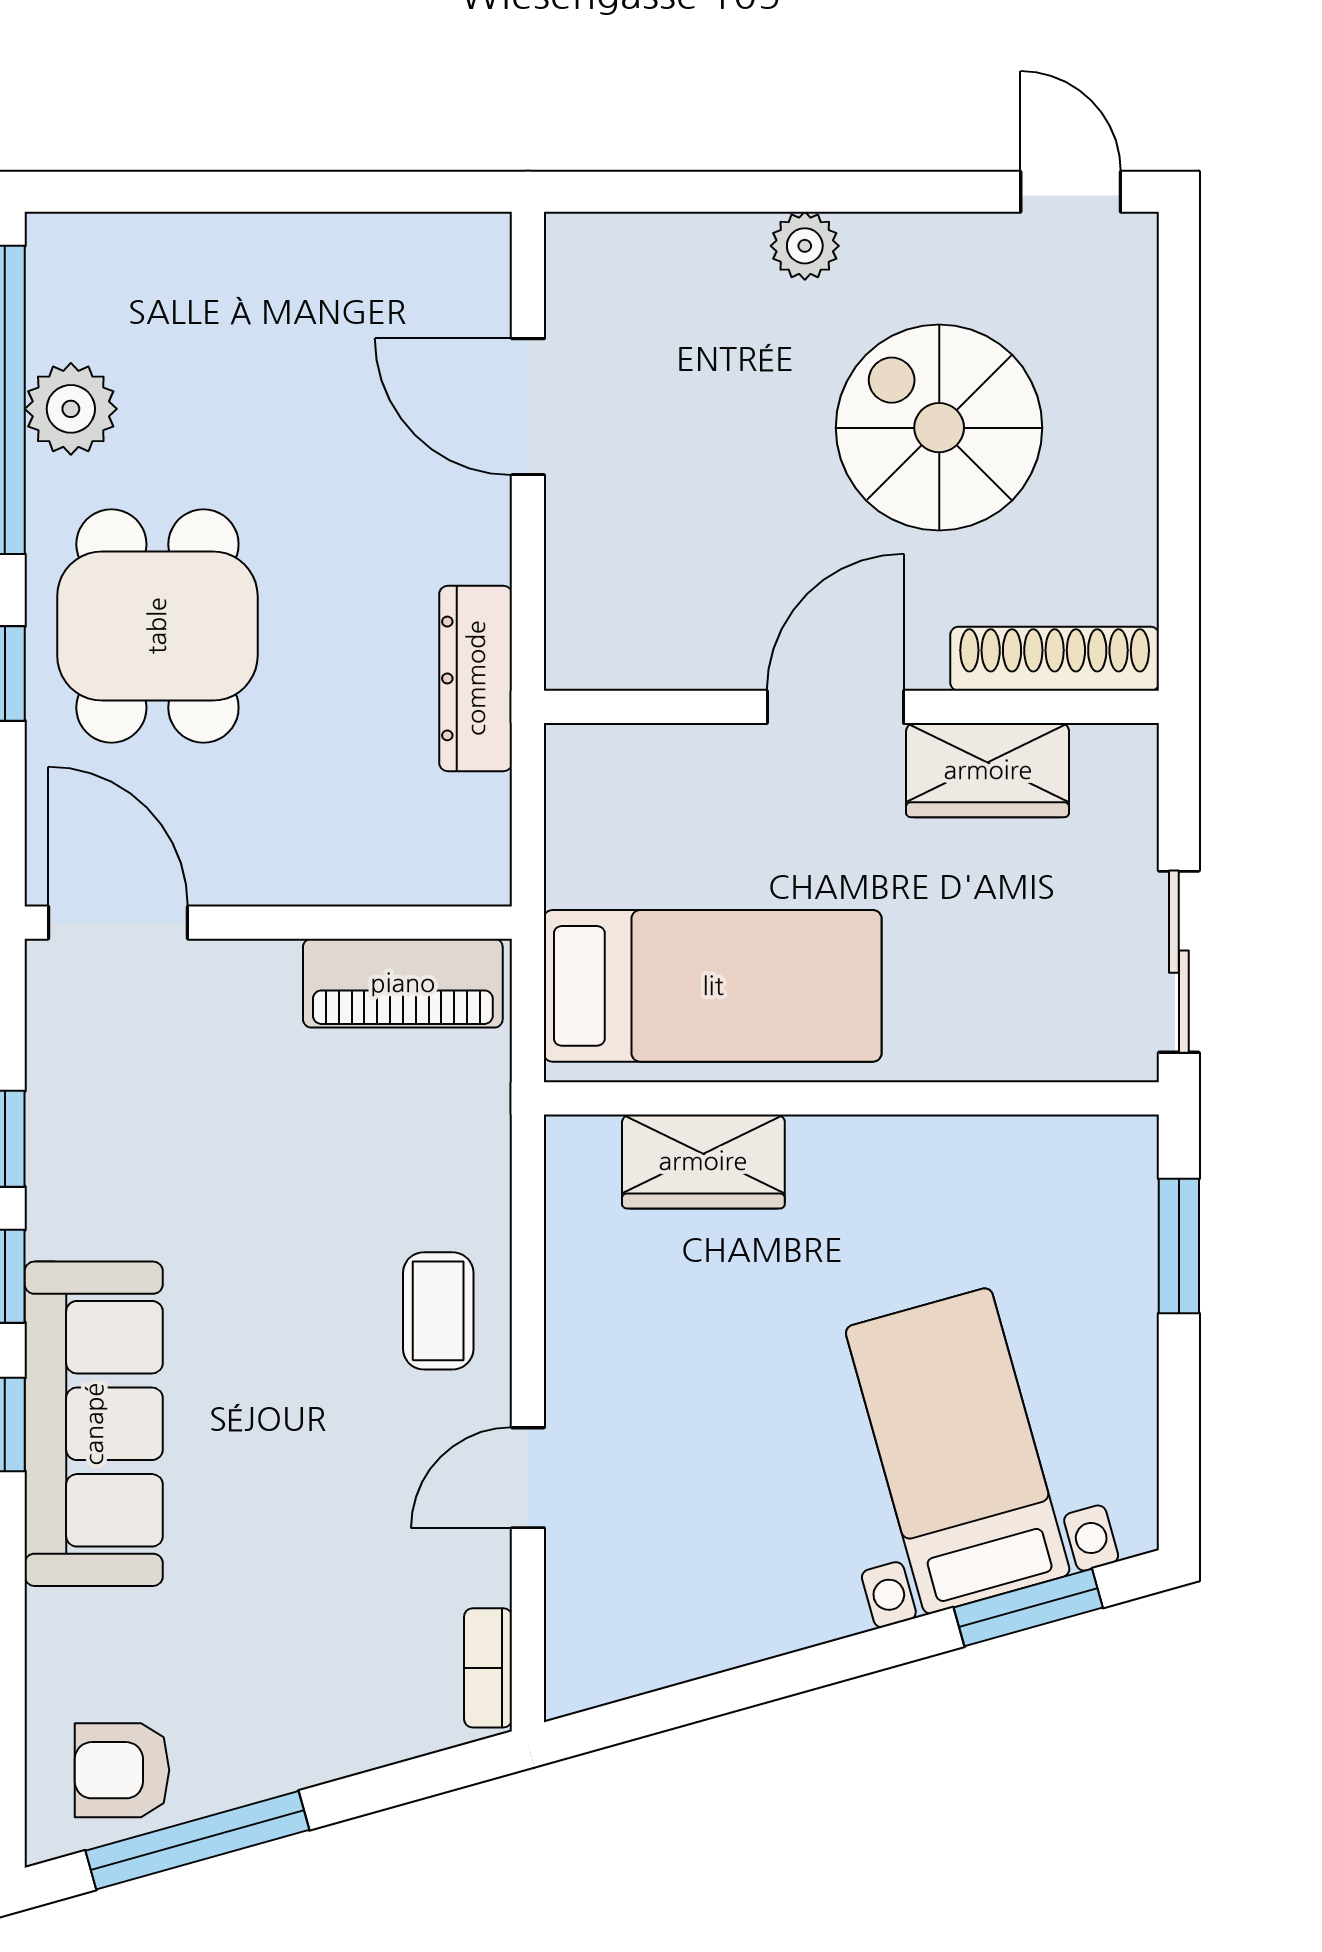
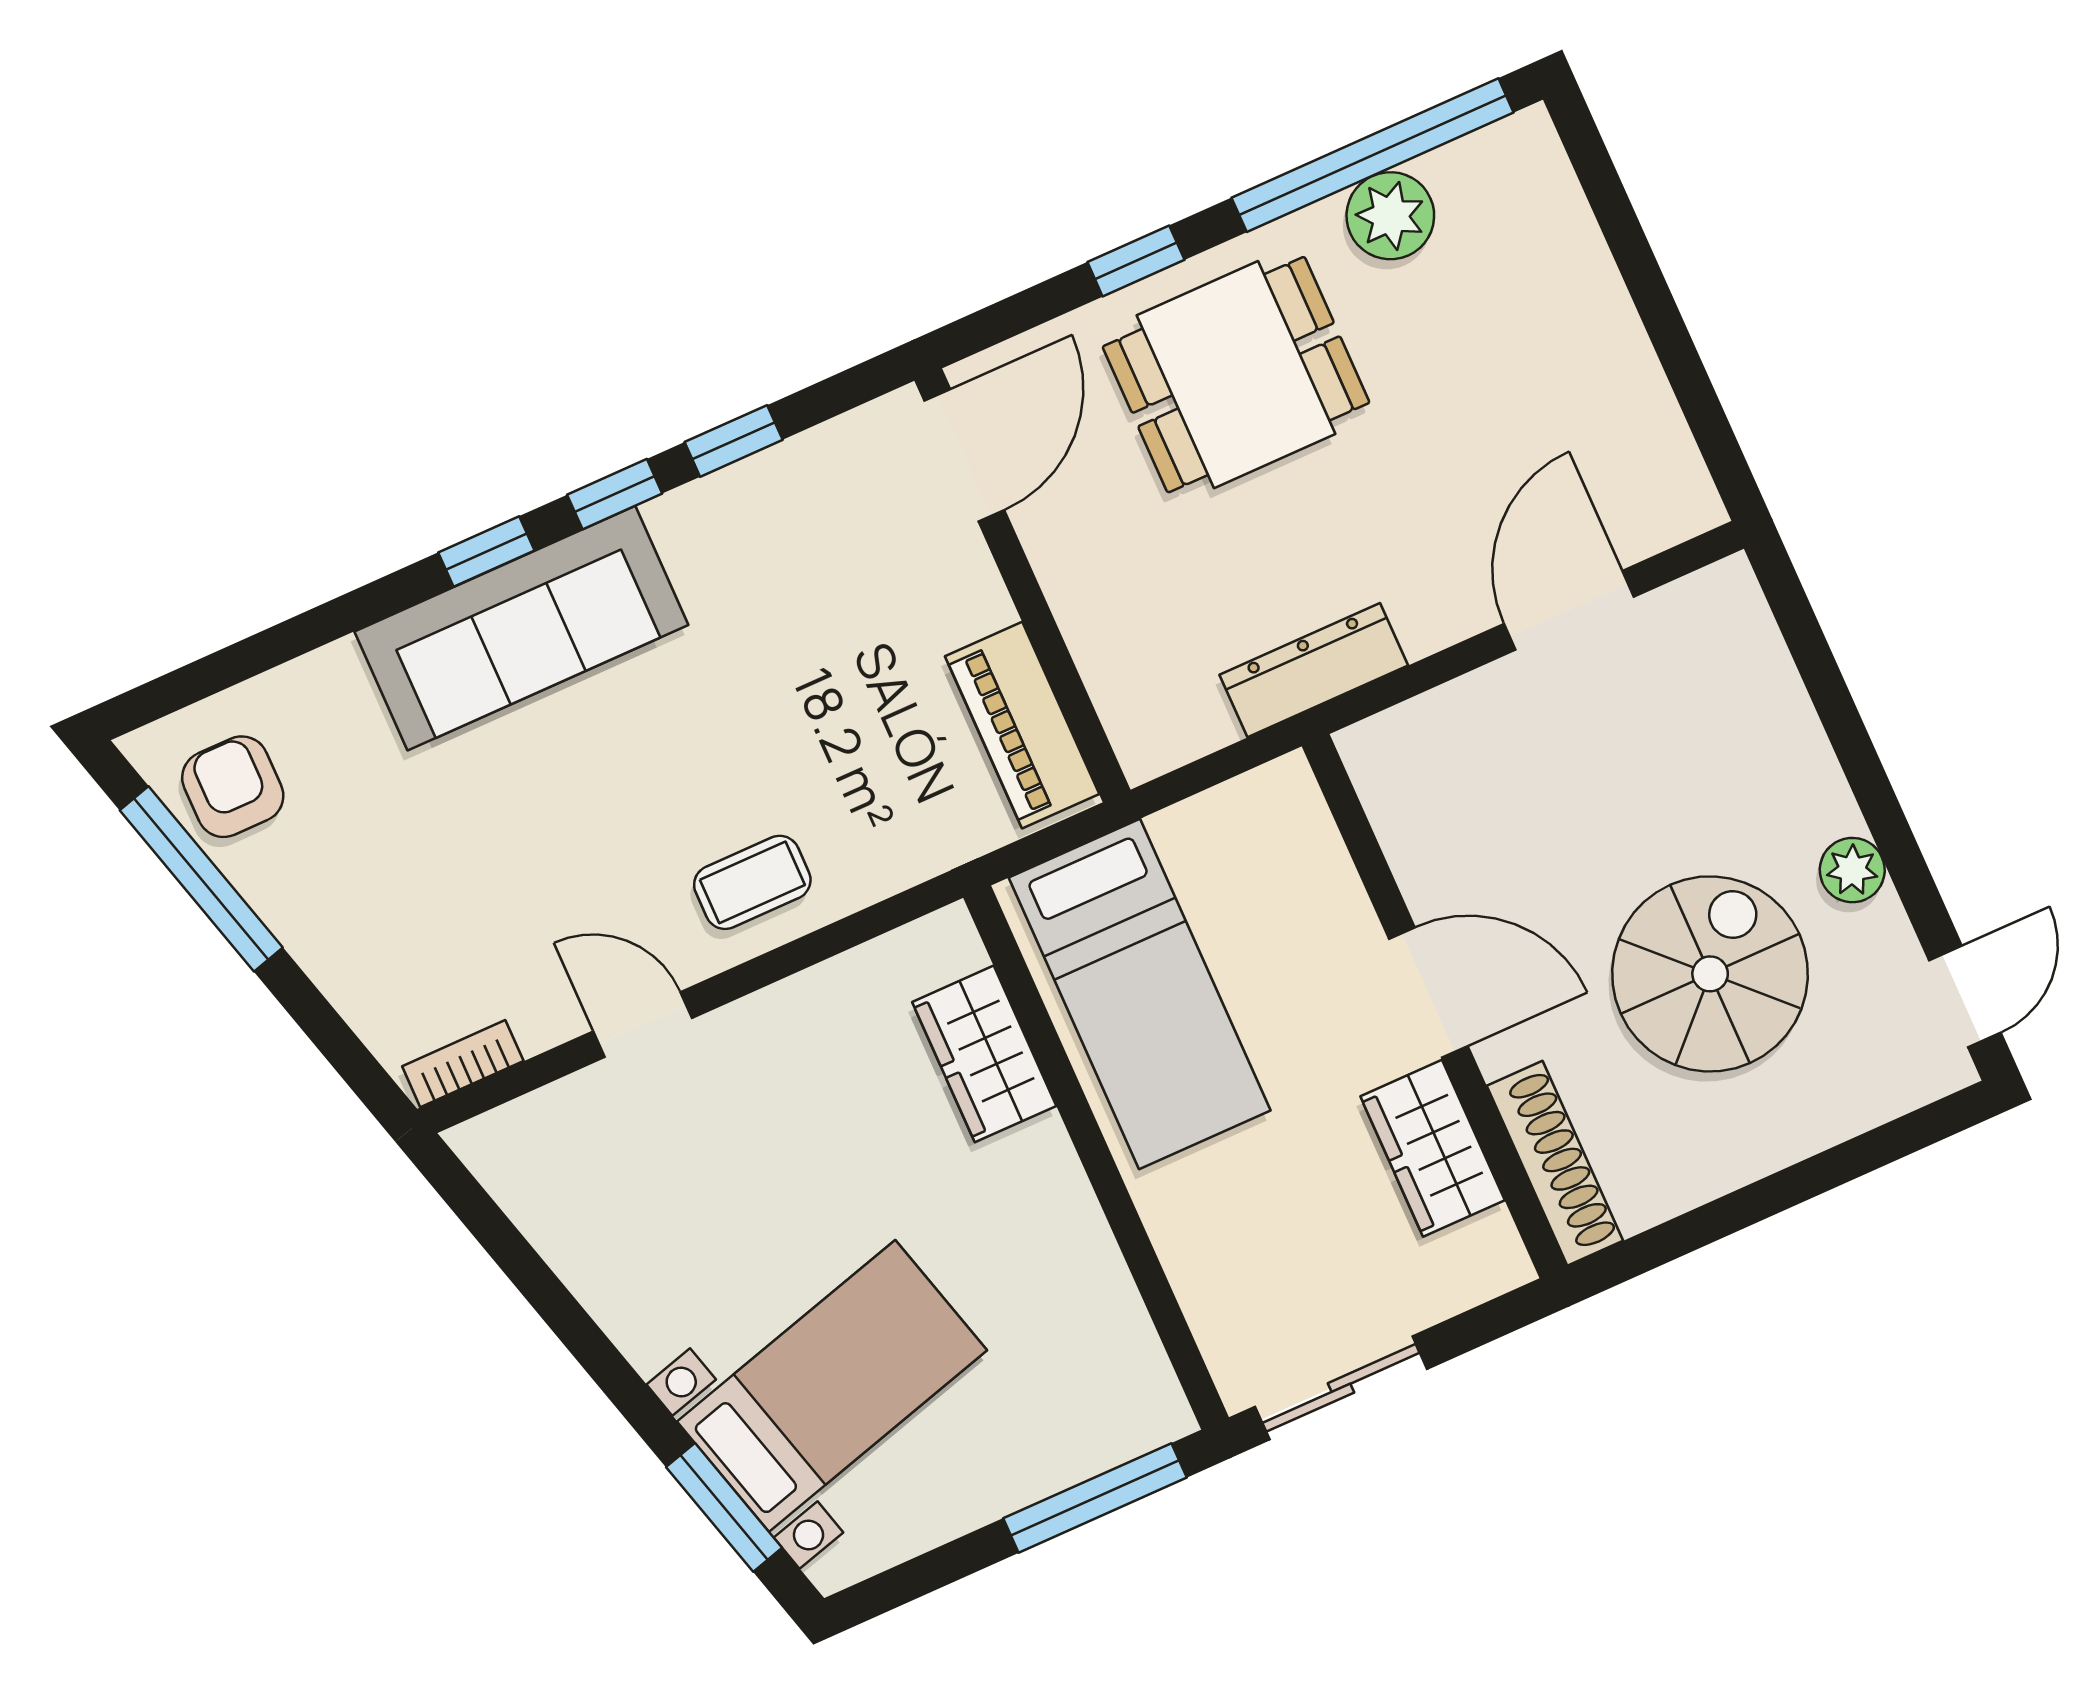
plant: (805, 246) -> (1852, 870), moved
window: (1179, 1246) -> (1095, 1498), width x1.44

